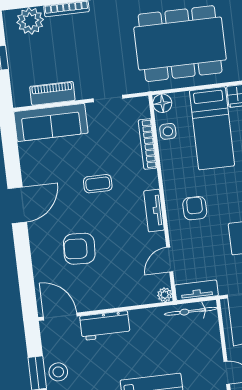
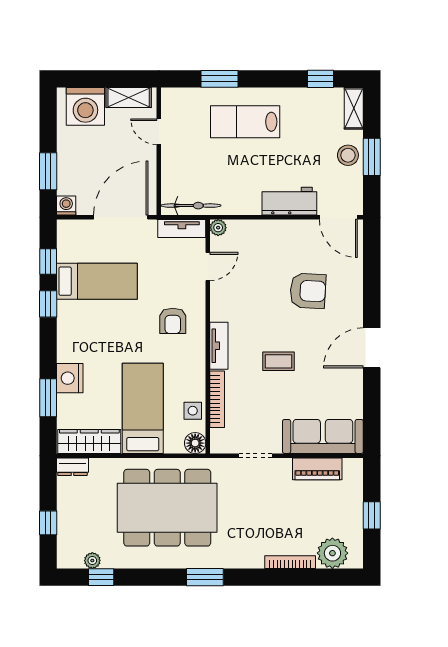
tv unit: (154, 211) -> (219, 346), moved

